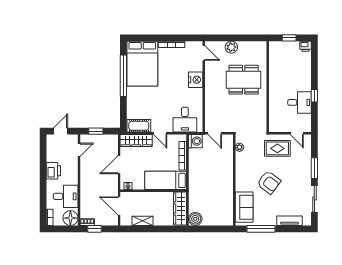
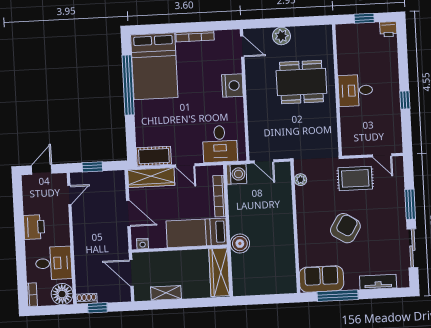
desk: (300, 102) -> (355, 90), moved, turned 180
door: (119, 165) -> (128, 214), swing flipped
armchair: (269, 182) -> (345, 228), turned -95
sofa: (244, 207) -> (321, 279), moved, turned -90
boiler: (195, 219) -> (240, 244), moved

